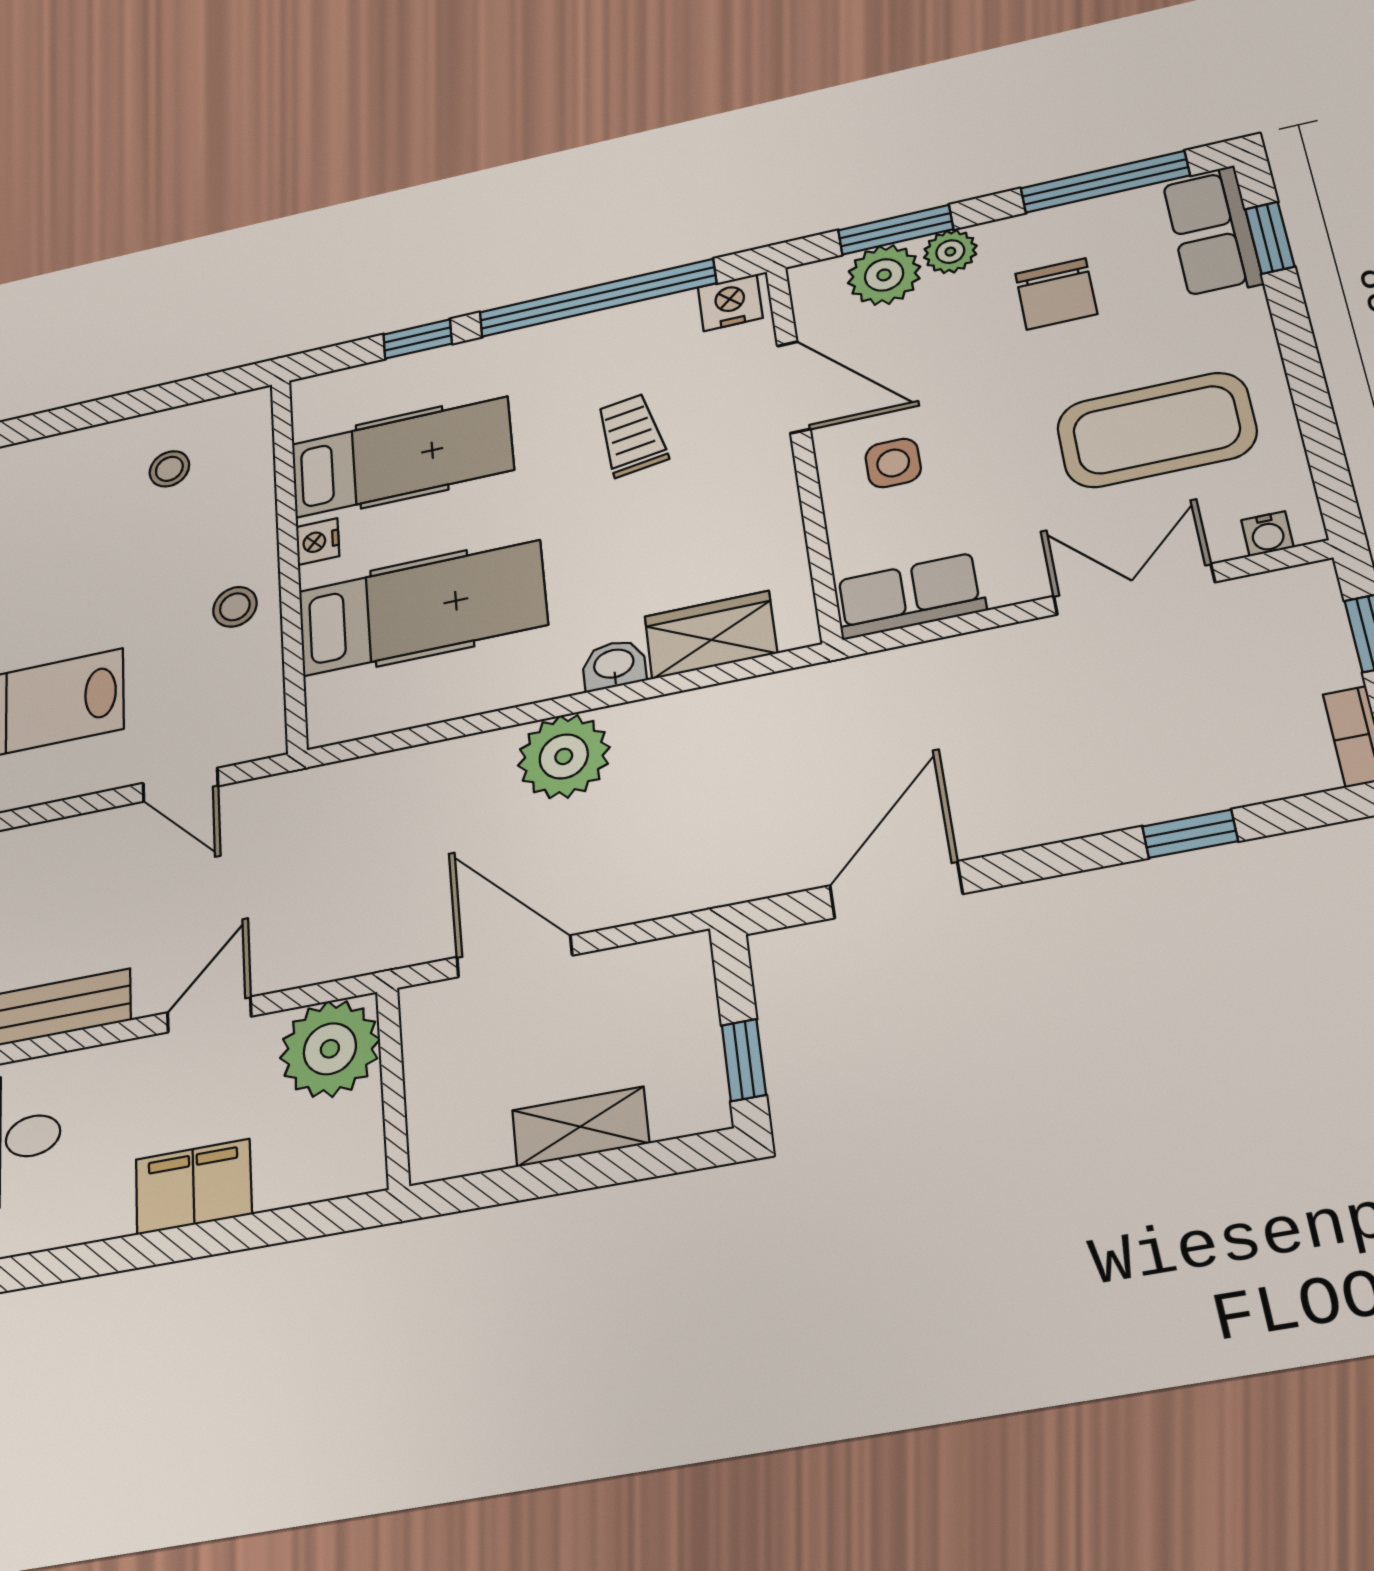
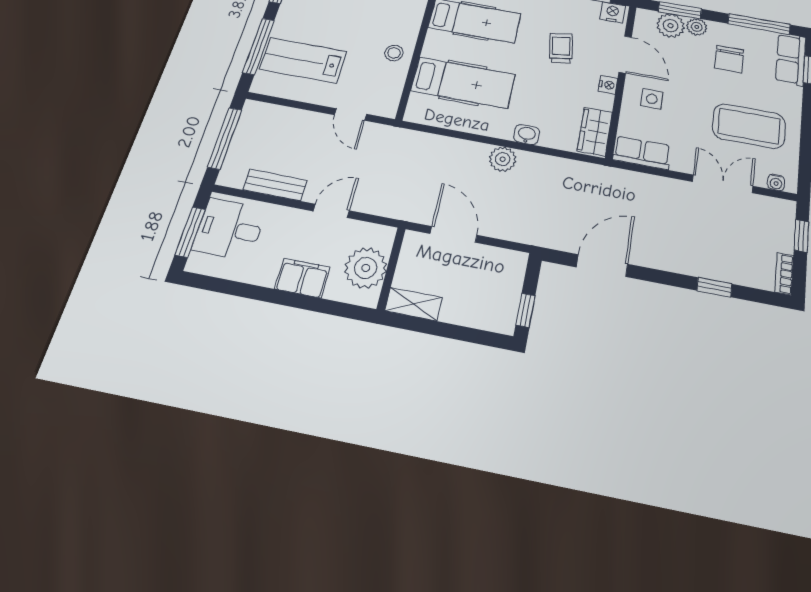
nightstand: (318, 542) -> (608, 85), moved, turned 180
wardrobe: (711, 635) -> (595, 131), moved, turned -90
plant: (564, 756) -> (503, 159), width x0.73, depth x0.73
plant: (330, 1049) -> (366, 268), moved
shelving: (580, 1127) -> (413, 304), moved

